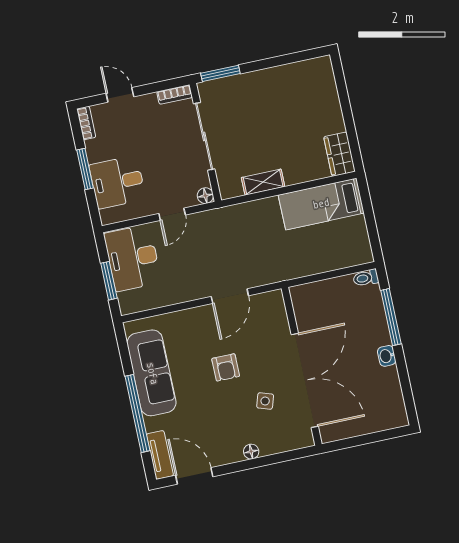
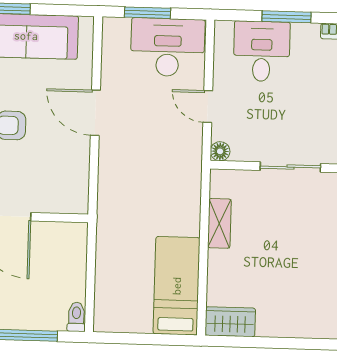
sliding door: (204, 136) -> (290, 167), width x0.73
door: (230, 296) -> (95, 113), moved

